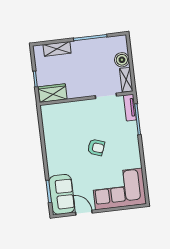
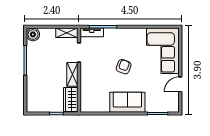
shelving: (57, 49) -> (72, 74), moved
boiler: (122, 60) -> (33, 34), moved
sofa: (62, 194) -> (127, 102), moved

